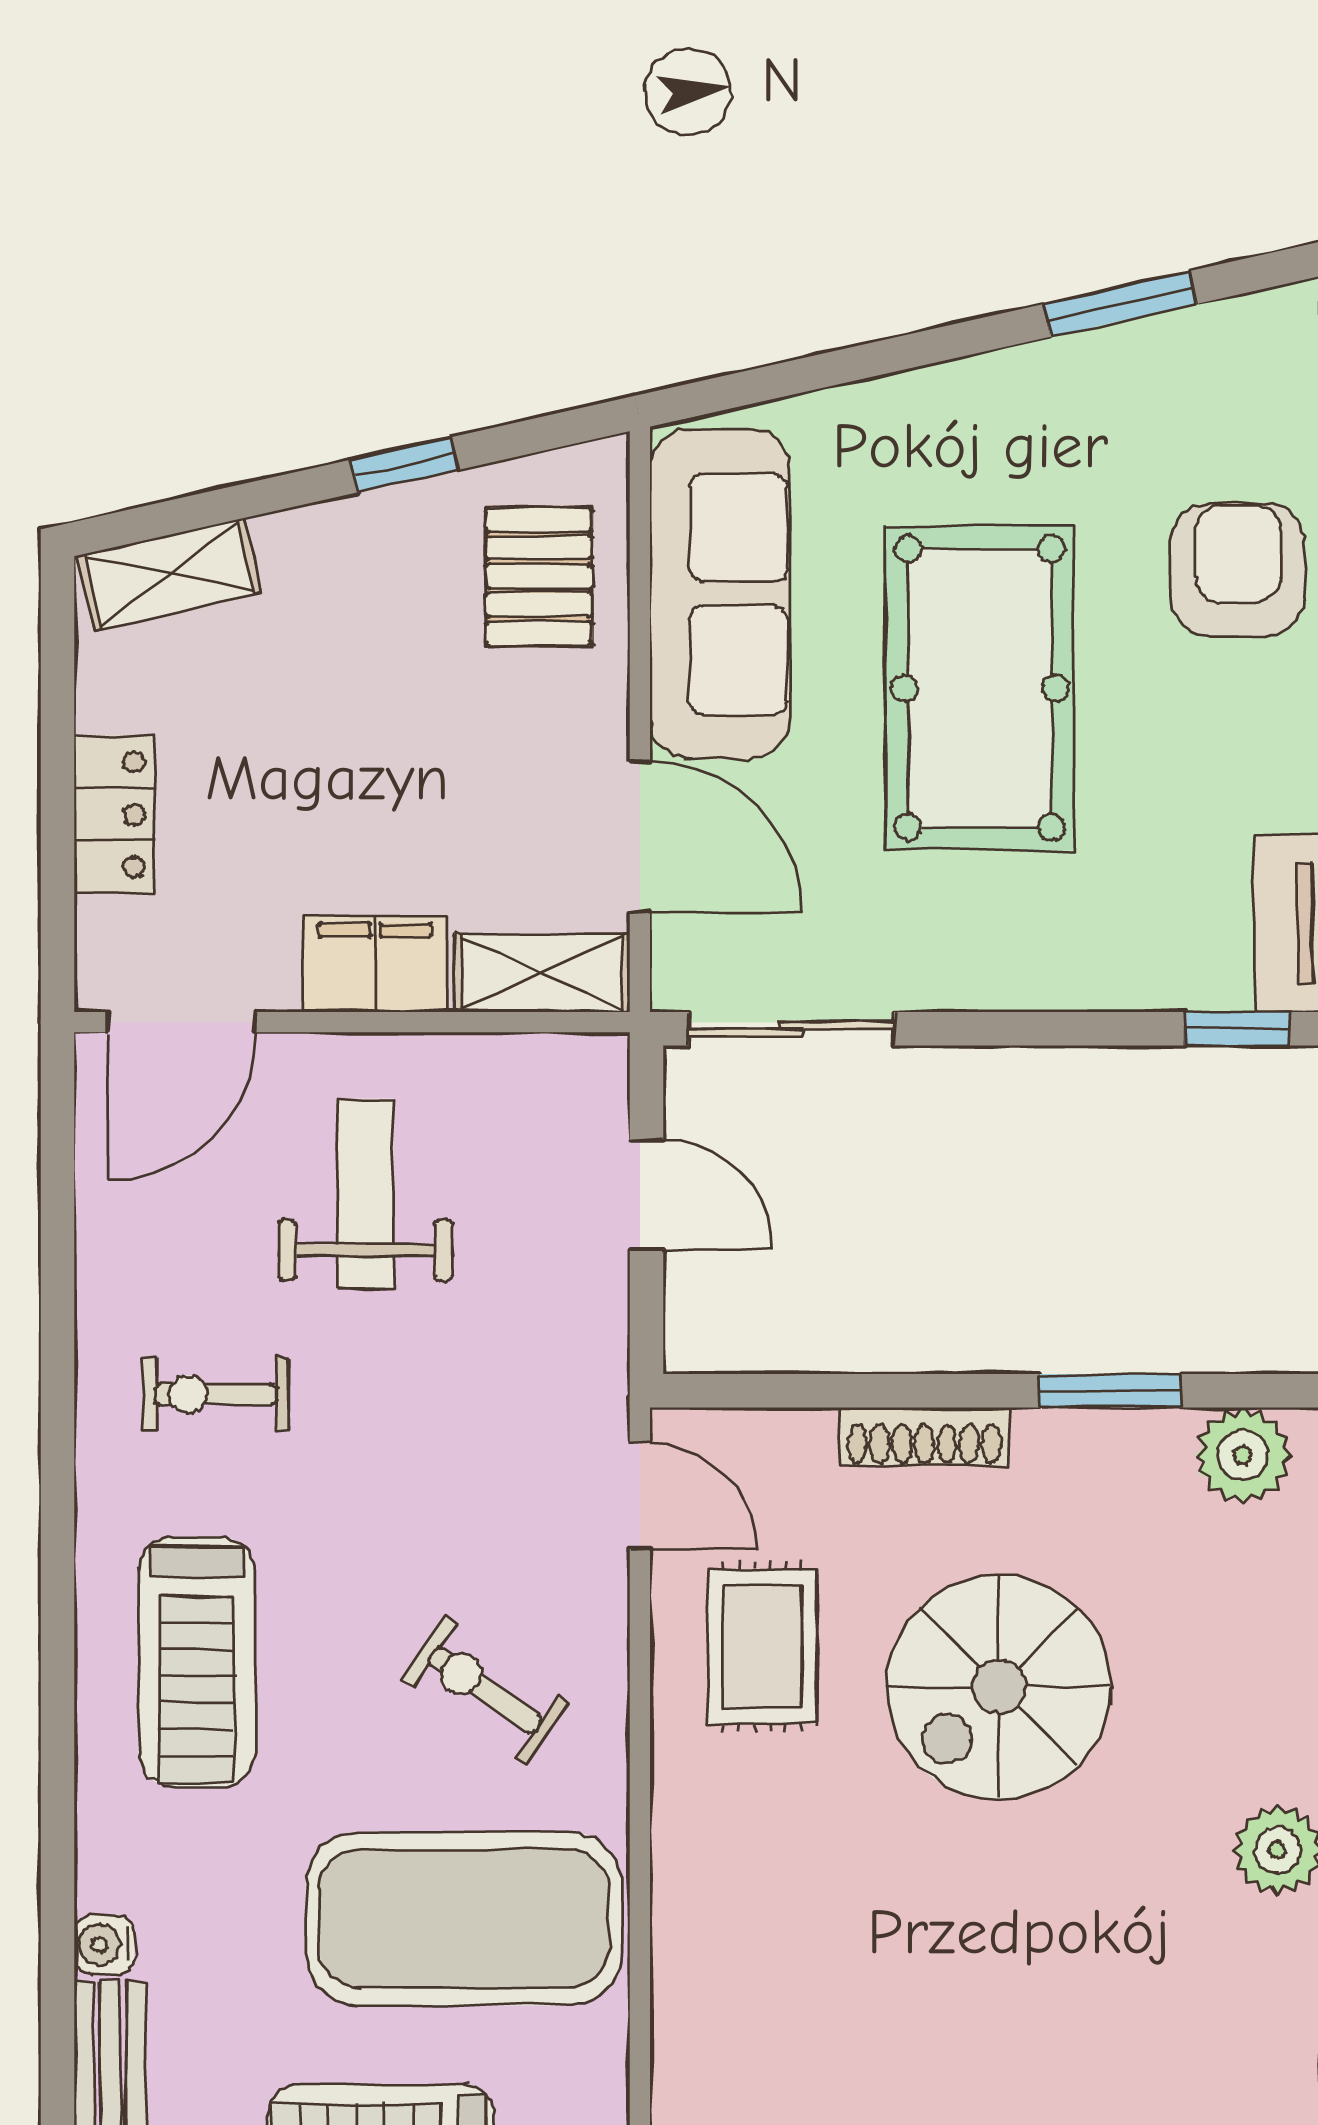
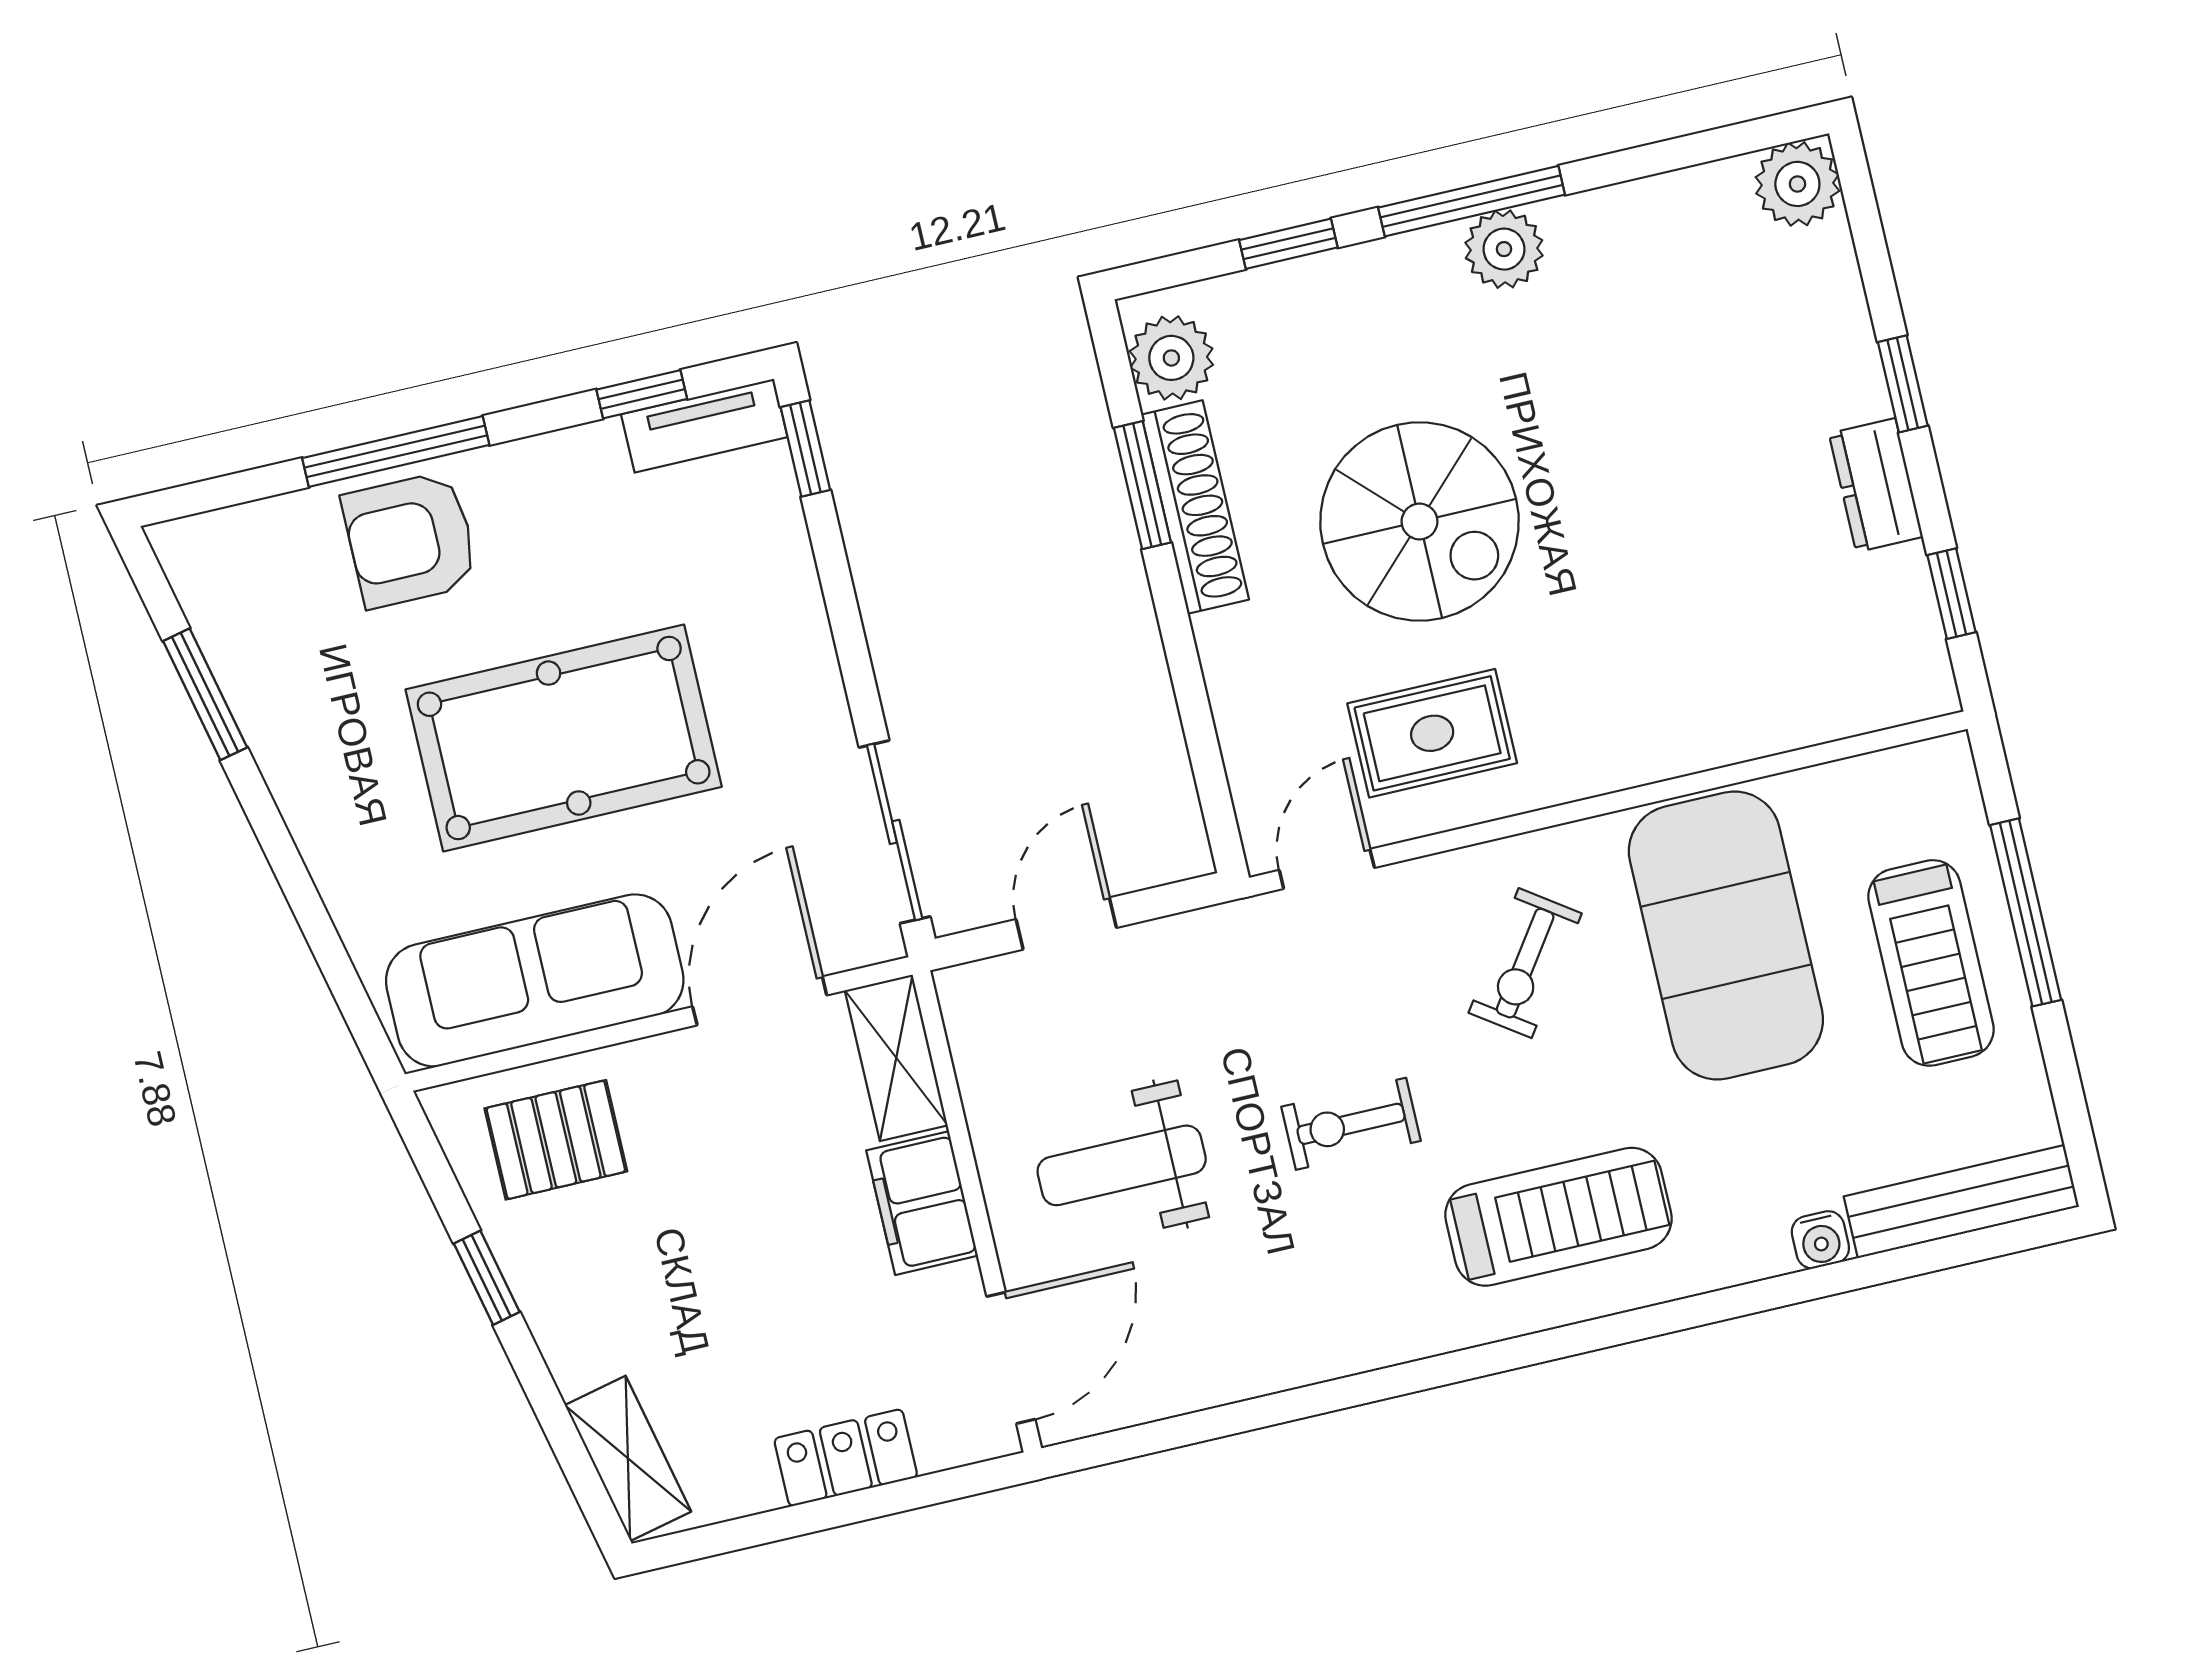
door: (182, 1022) -> (1011, 1358), hinge flipped
exercise bike: (215, 1394) -> (1351, 1124), moved, turned 90
shoe rack: (924, 1436) -> (1195, 507), moved, width x1.36, depth x1.24

